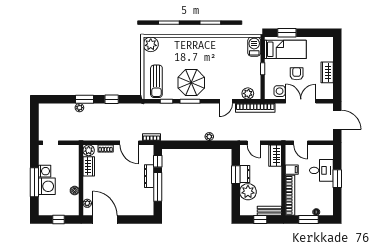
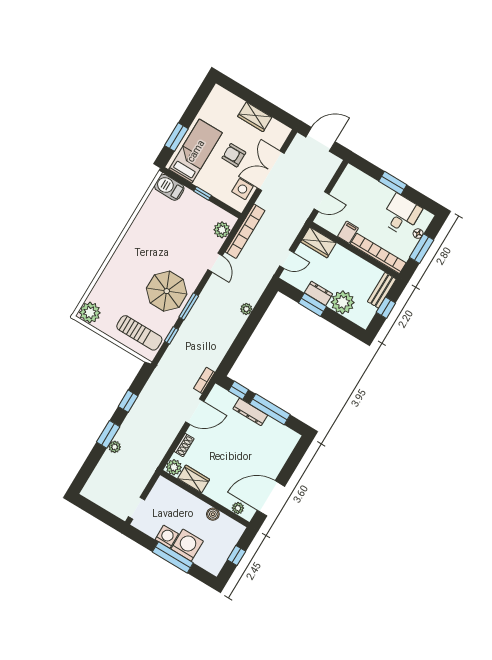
desk: (321, 170) -> (401, 215), moved

